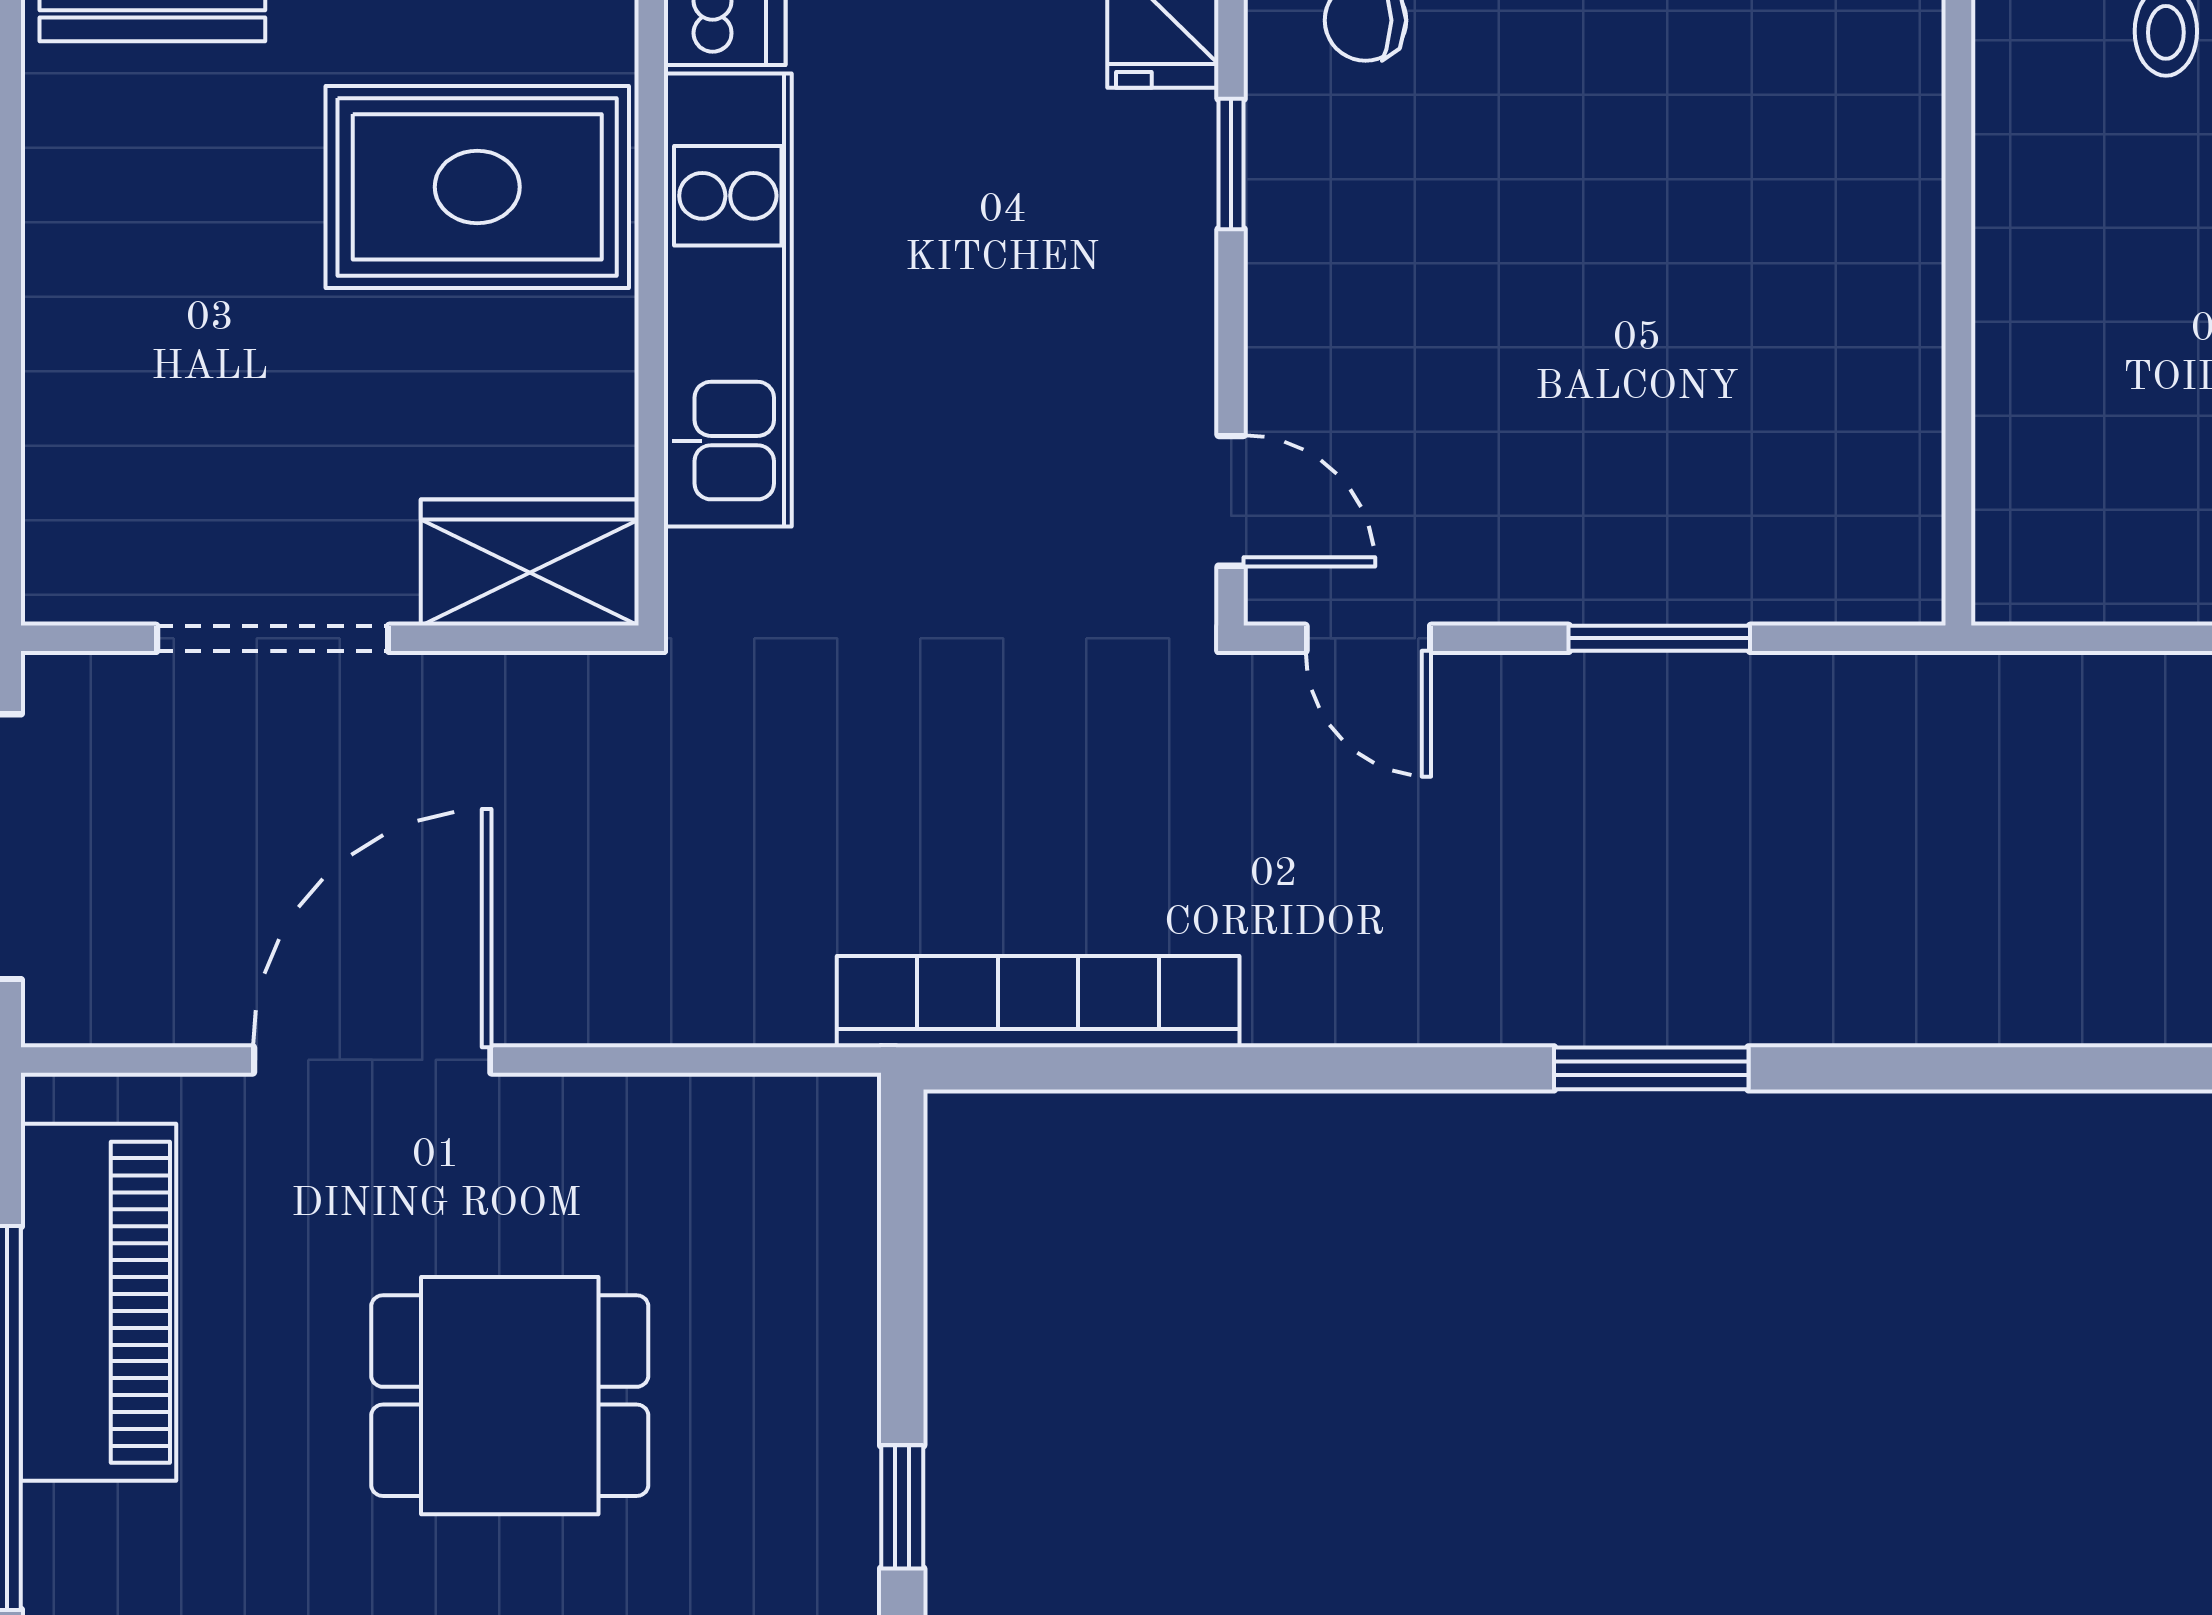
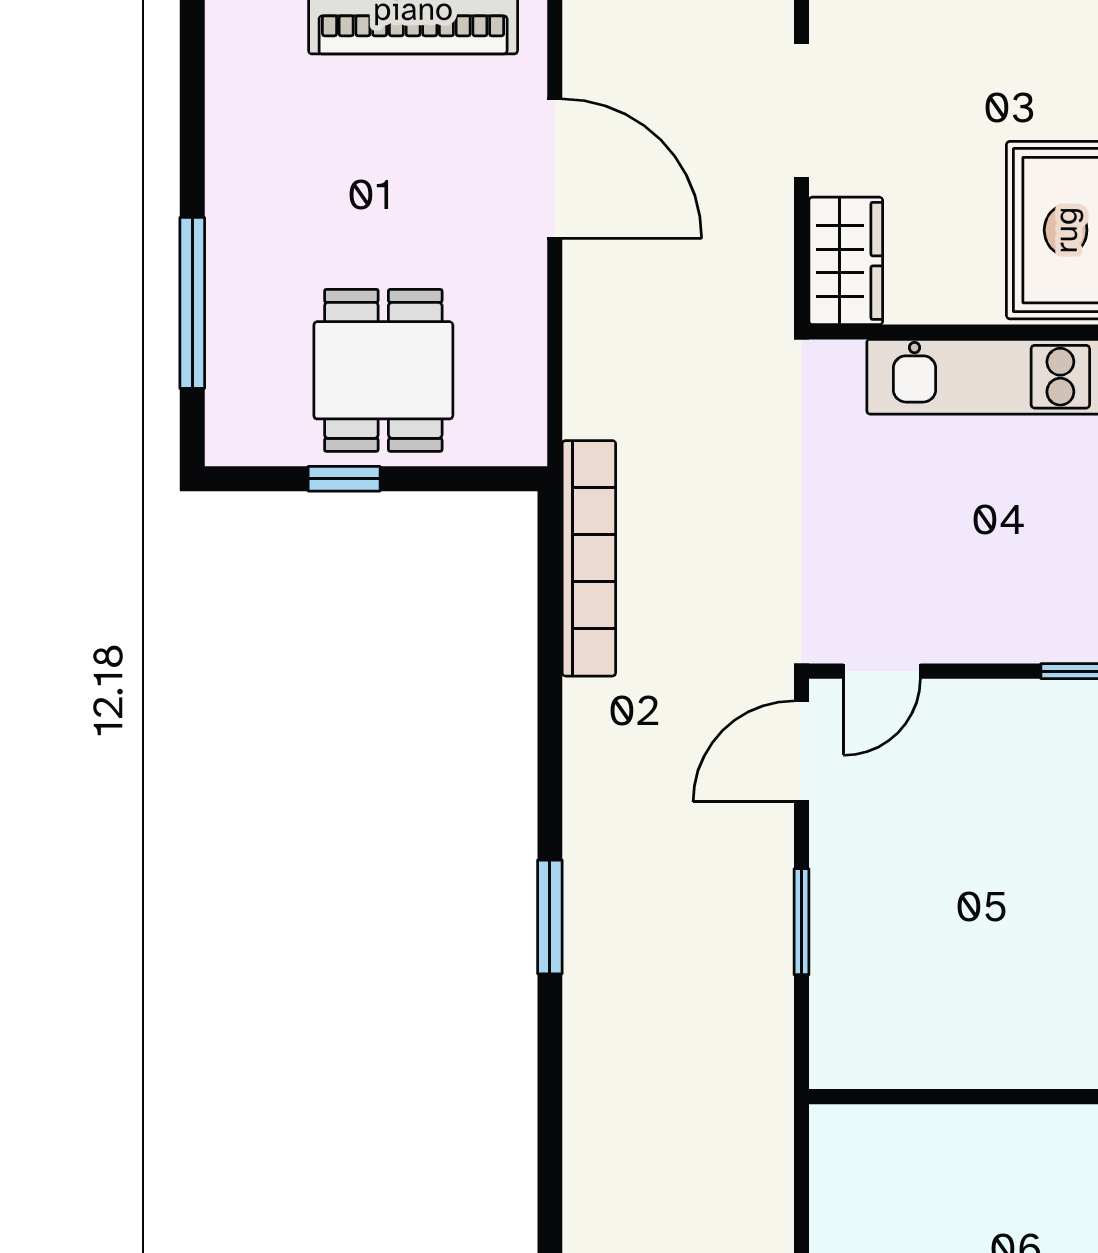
door: (1368, 638) -> (801, 751), width x1.38
dining table: (510, 1396) -> (383, 370), moved
window: (902, 1507) -> (344, 479), moved

